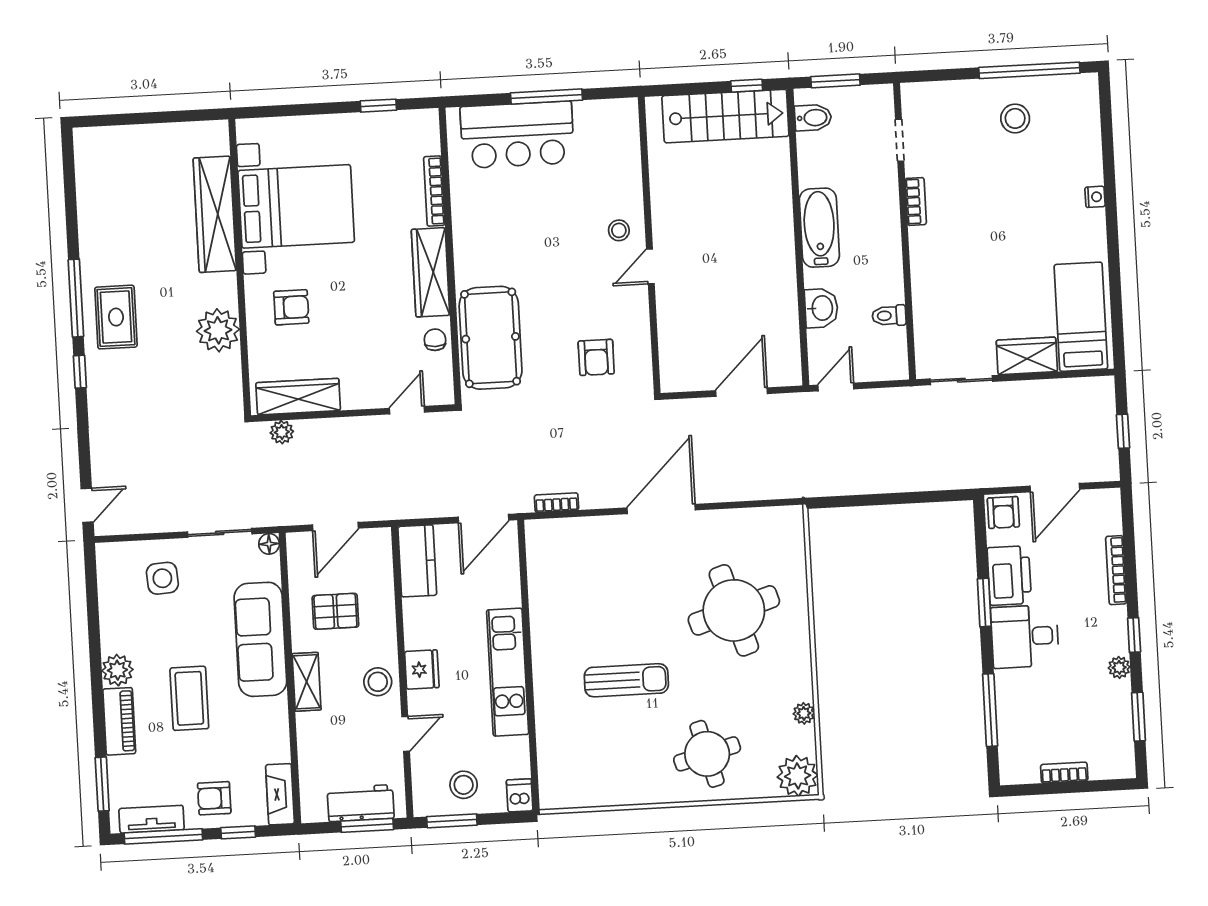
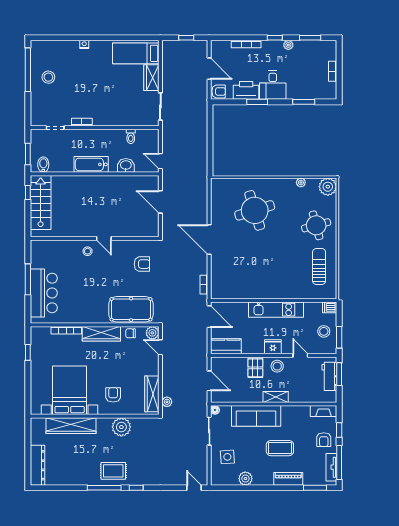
dresser: (119, 142) -> (38, 465), added
plant: (439, 390) -> (152, 333), added
pallet: (335, 611) -> (255, 368), moved
plant: (117, 670) -> (245, 479), moved
sun lounger: (626, 680) -> (319, 266), moved
window: (990, 710) -> (304, 102), width x0.69

